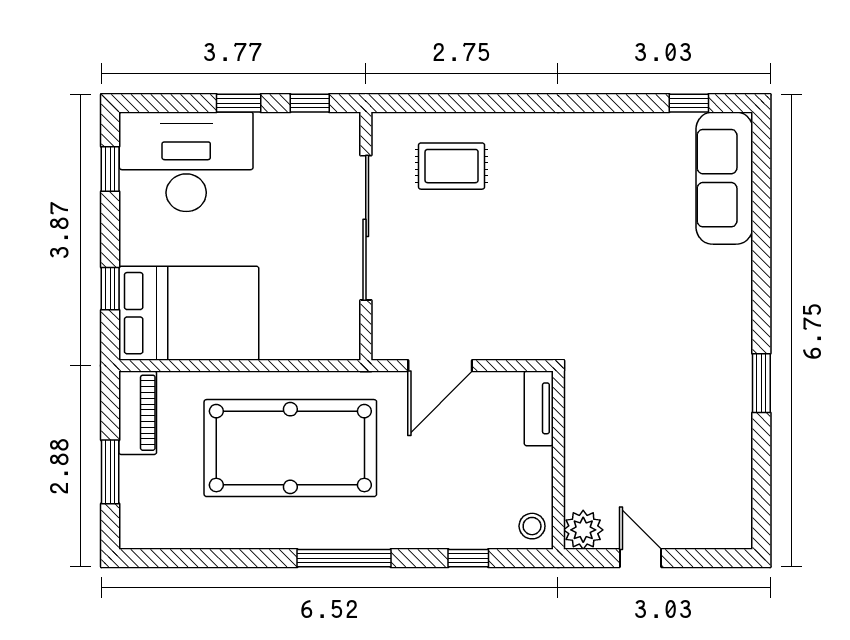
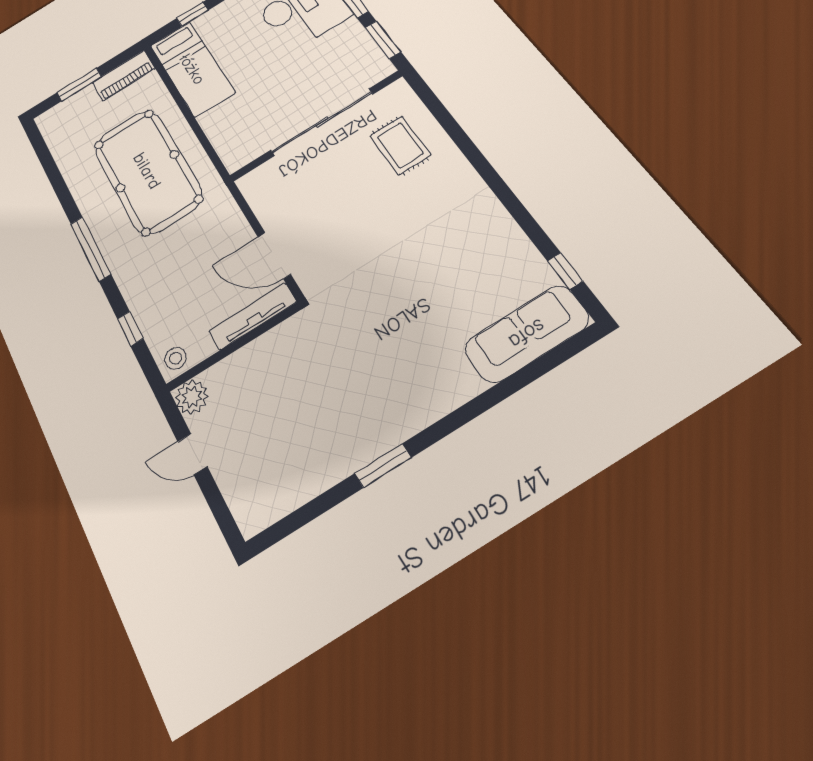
window: (310, 103) -> (383, 40), width x1.50
bed: (189, 313) -> (192, 69), width x0.67
door: (440, 366) -> (274, 256), moved
tv unit: (539, 408) -> (253, 316), width x1.41
door: (641, 558) -> (192, 454), swing flipped

